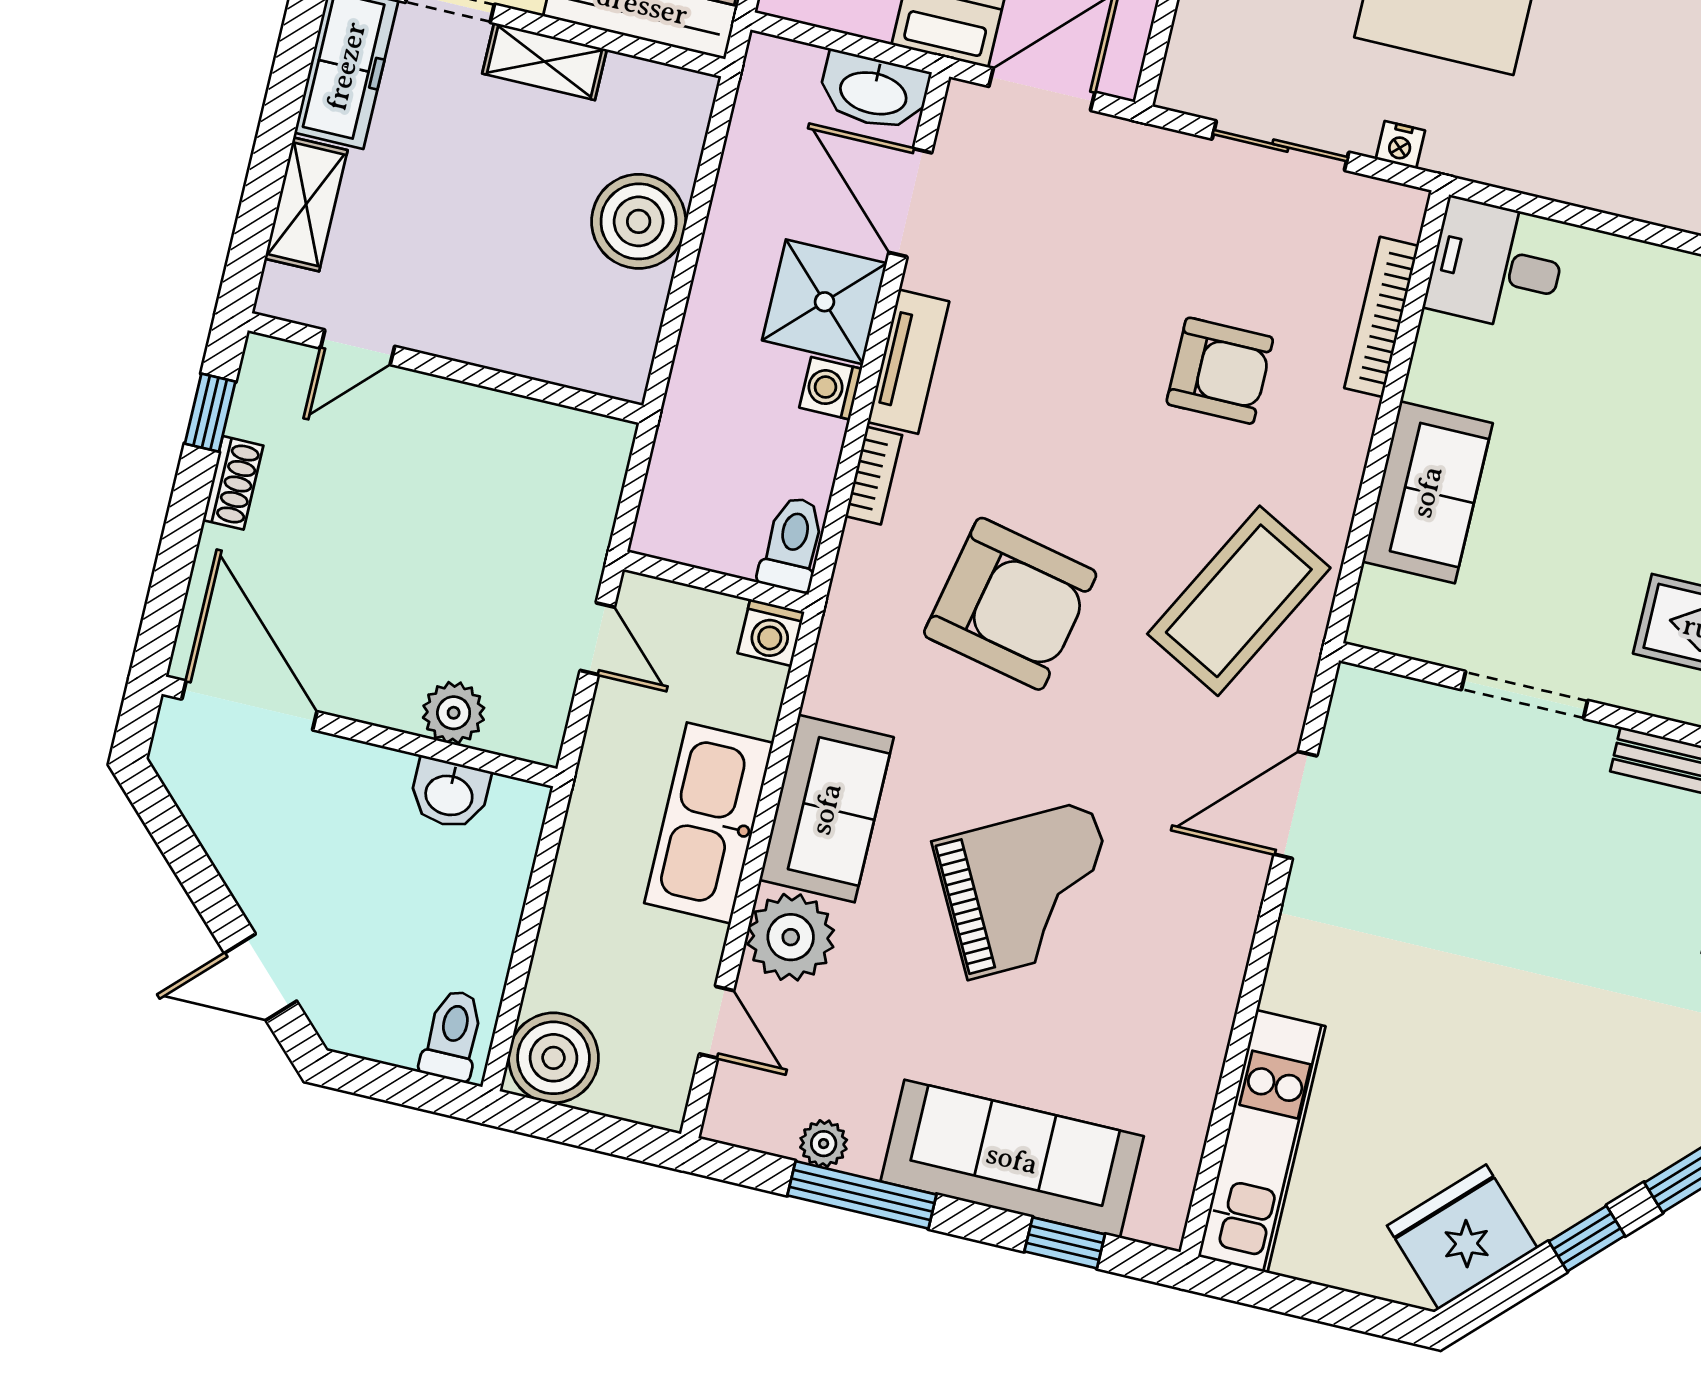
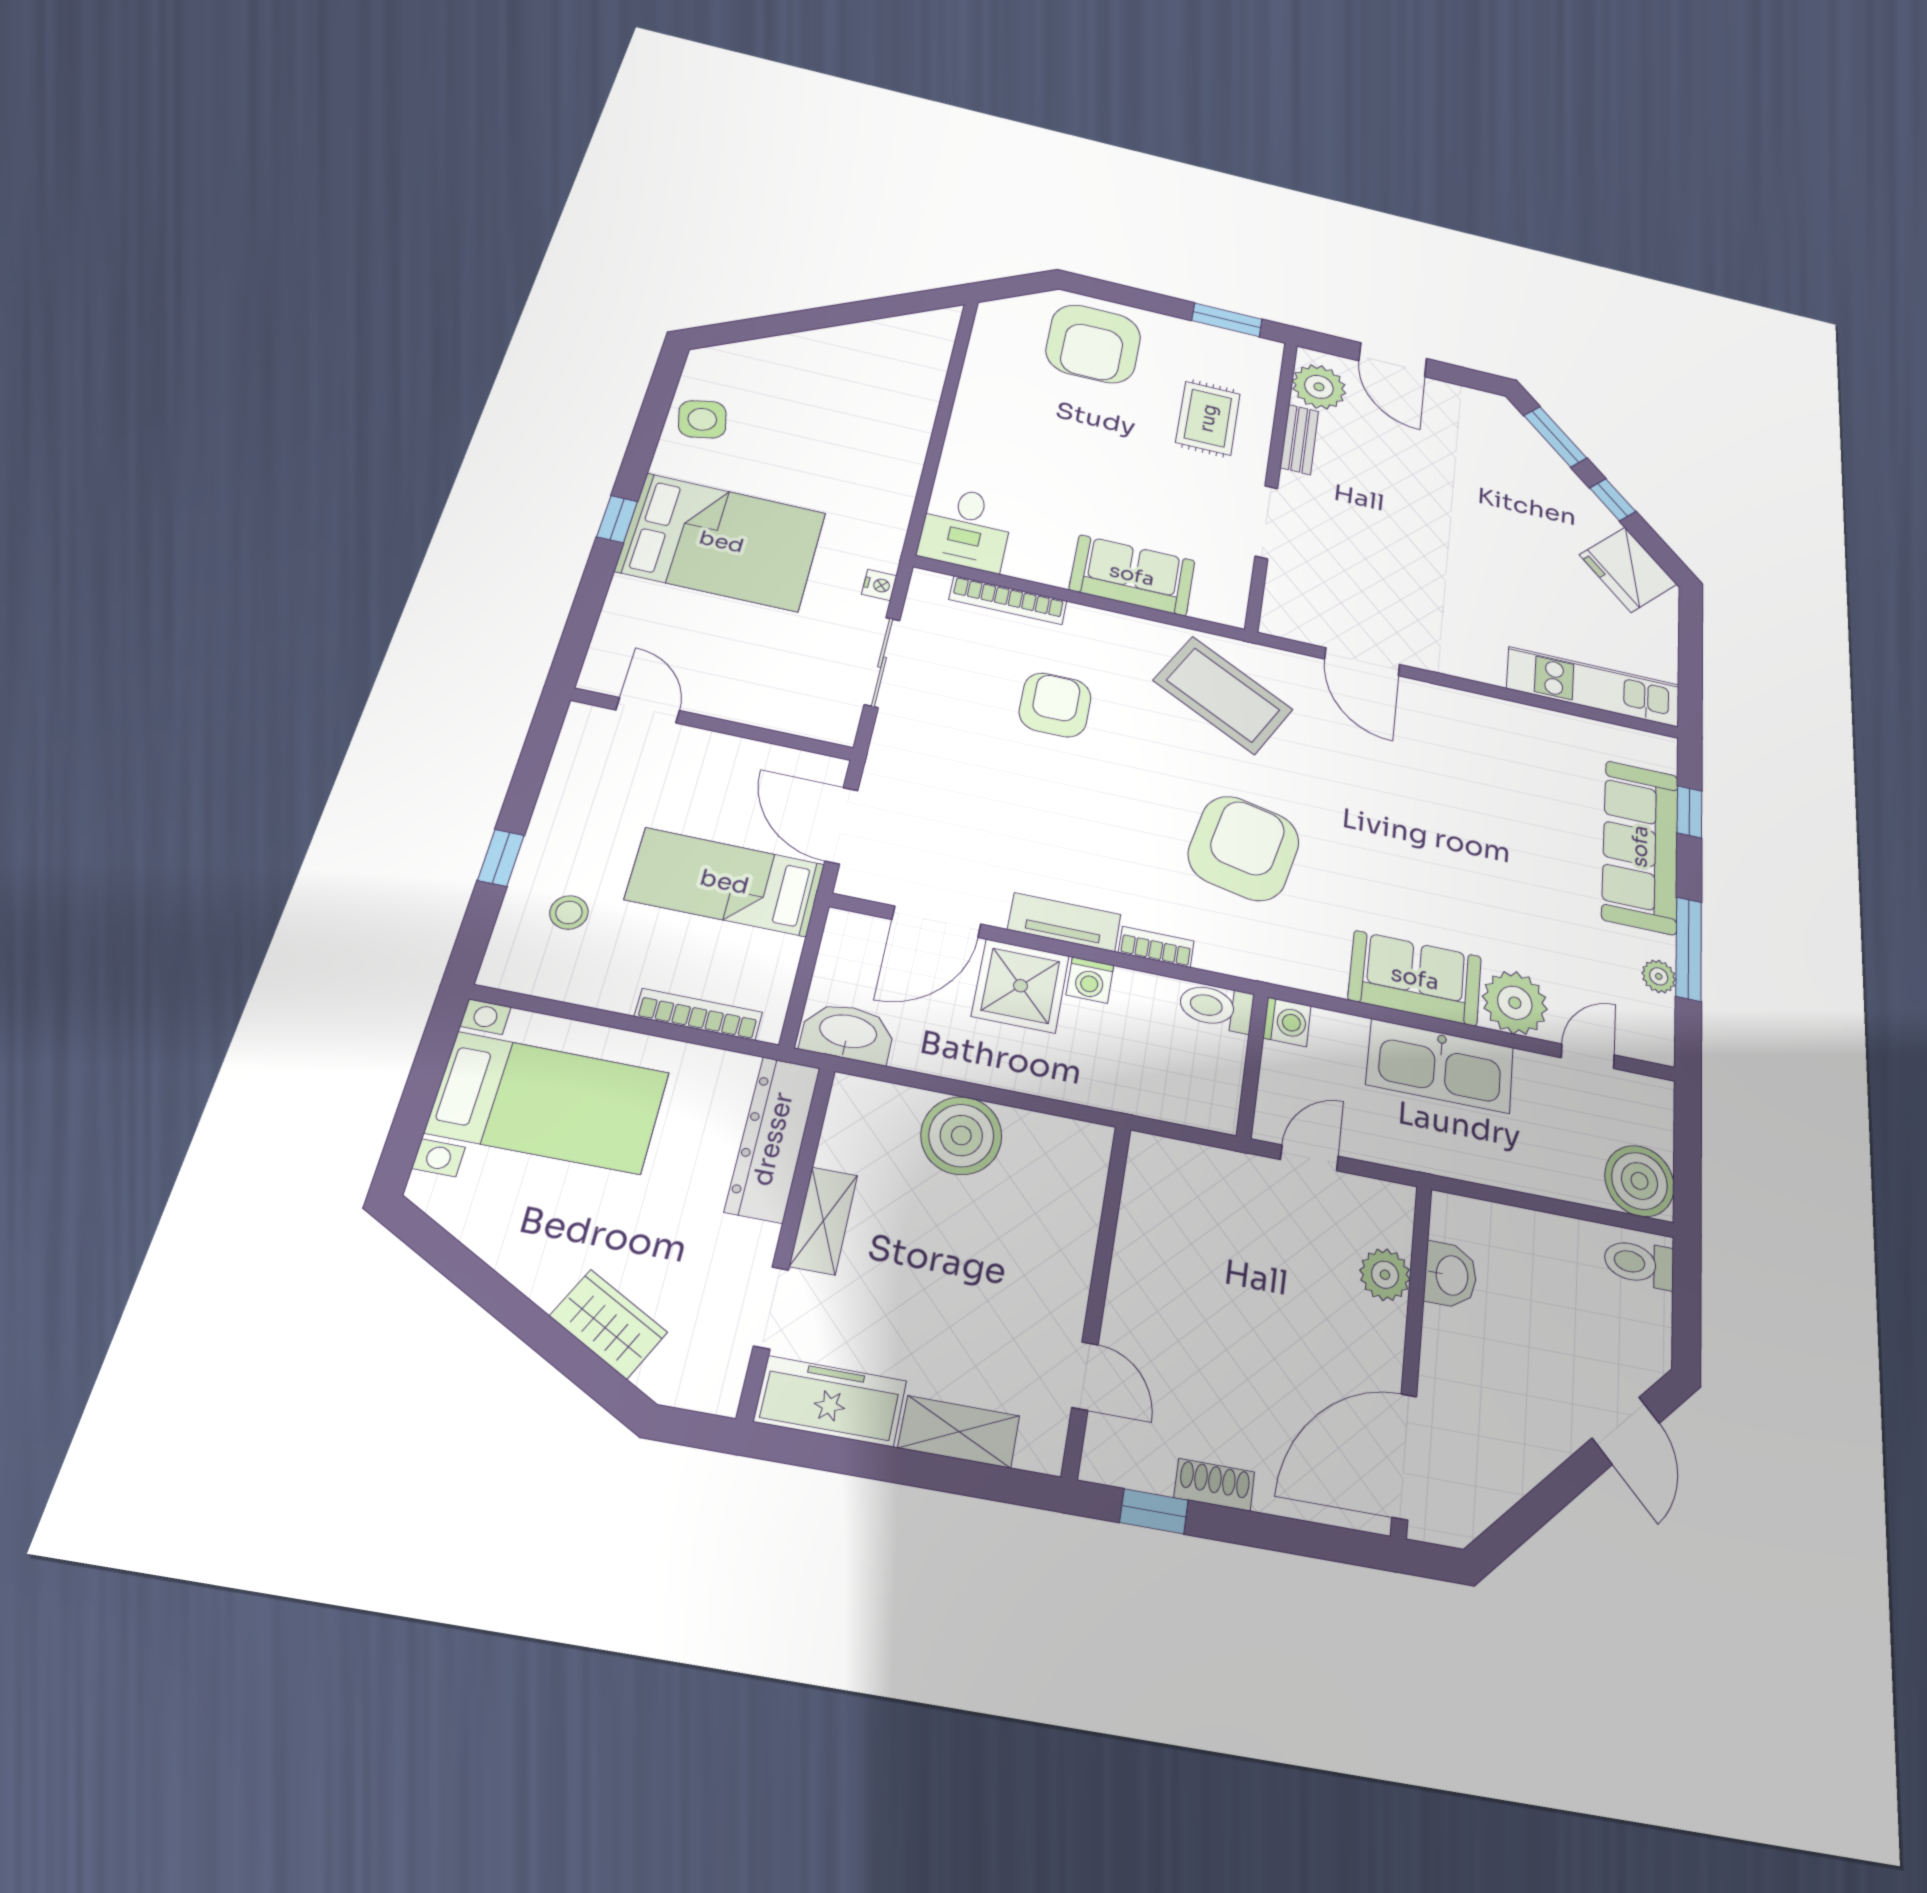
washbasin: (874, 91) -> (848, 1033), moved, turned -90
grand piano: (1030, 890) -> (1450, 835), removed

